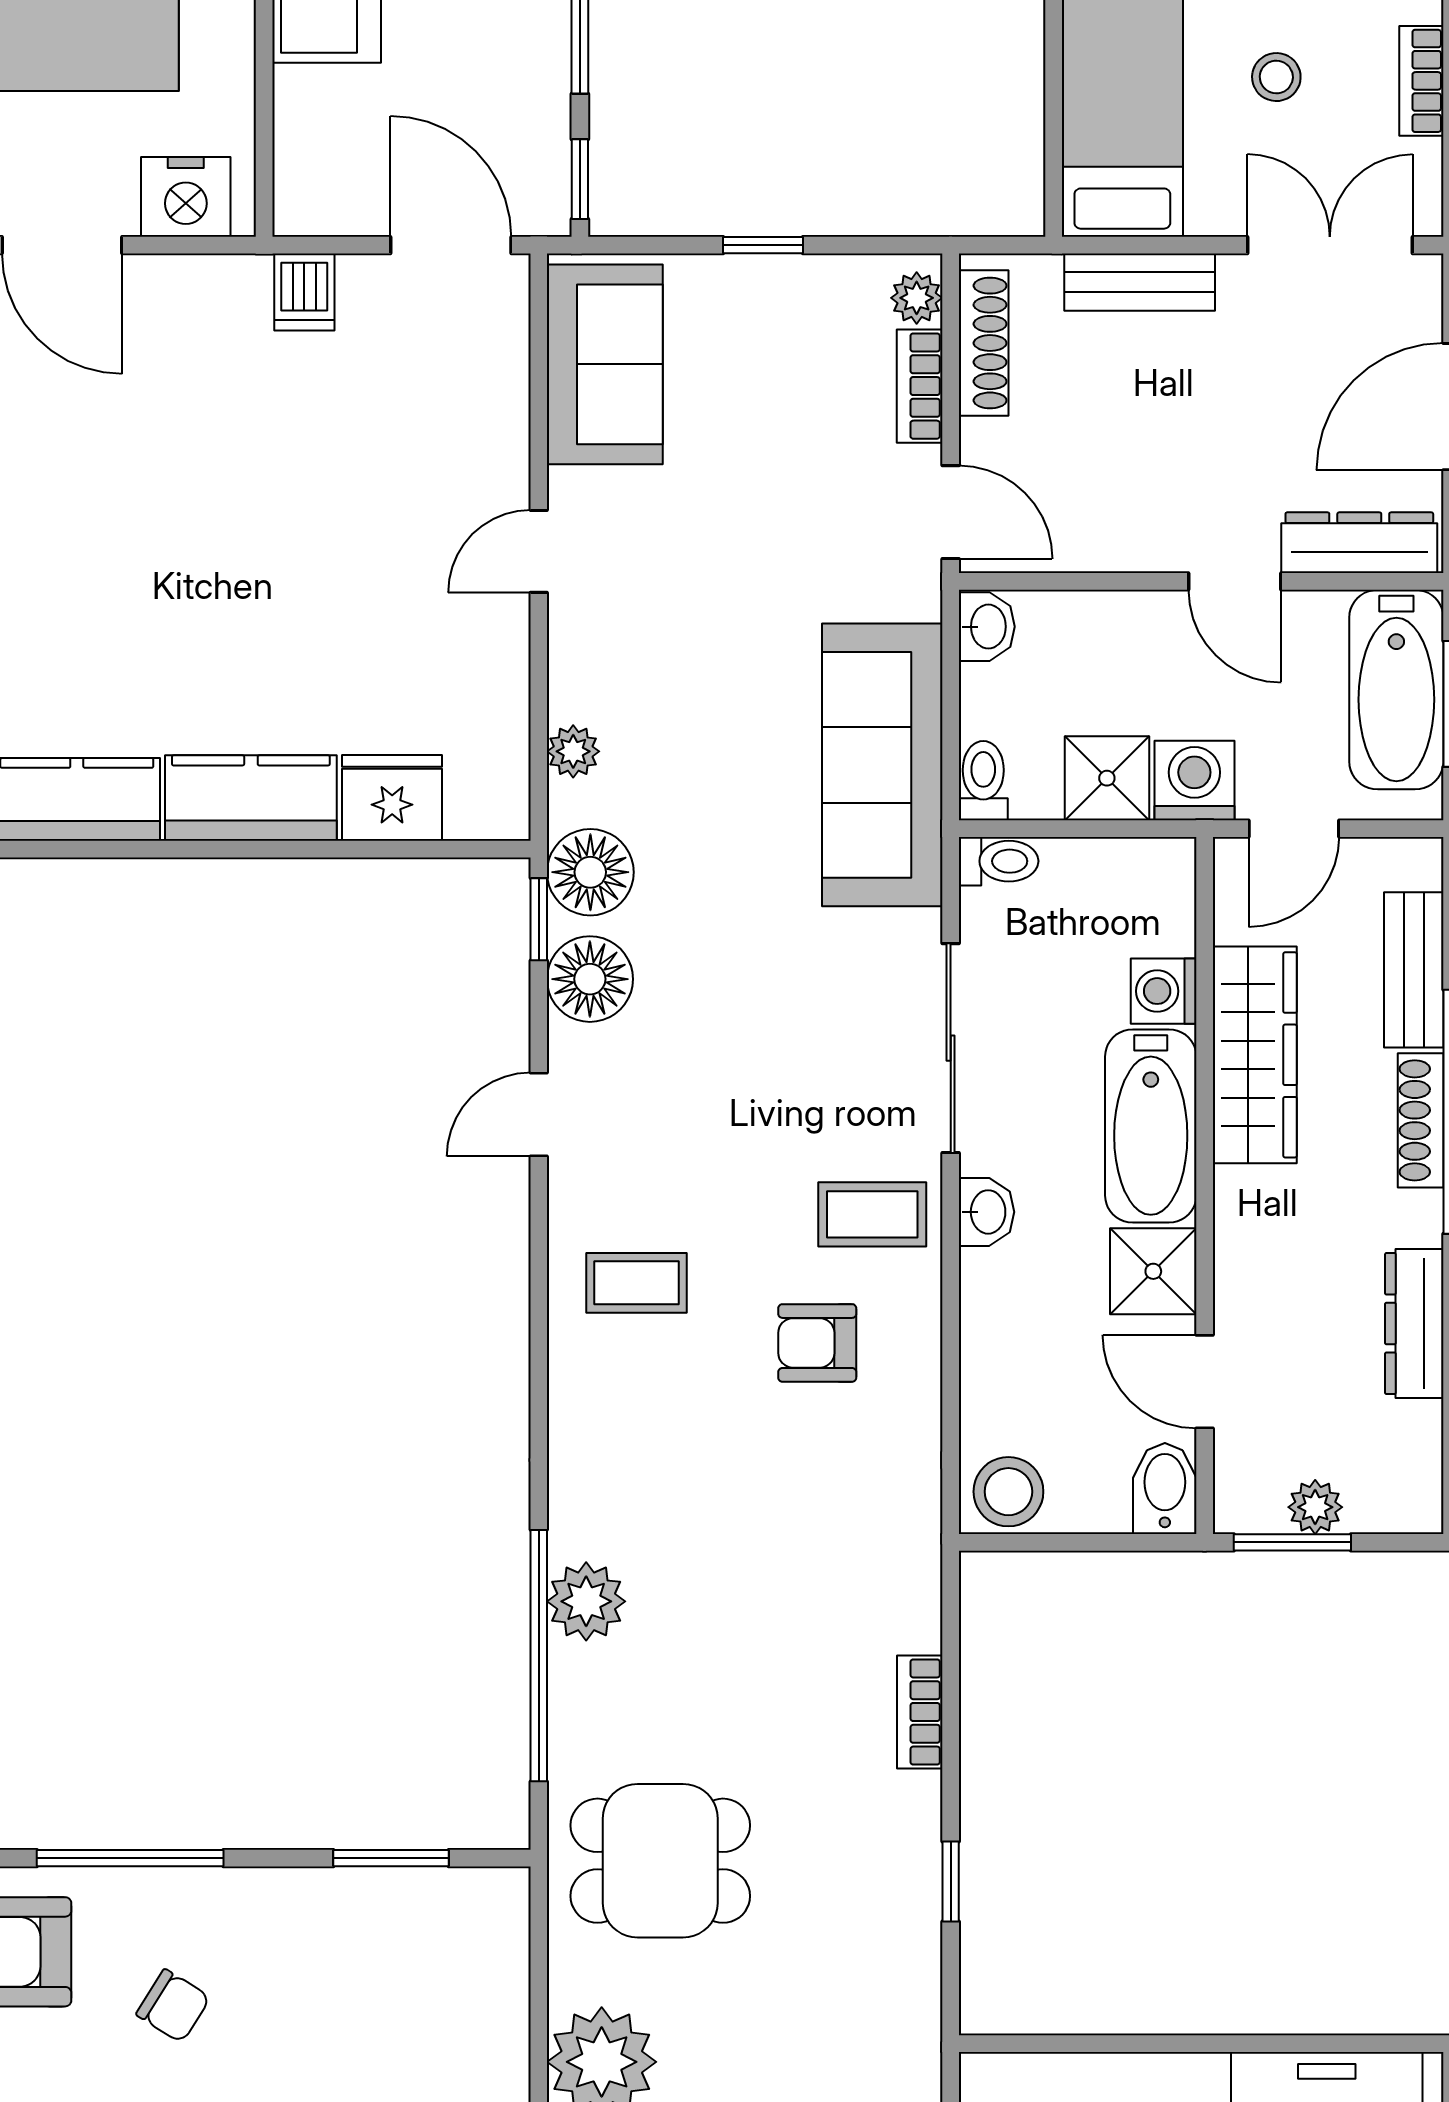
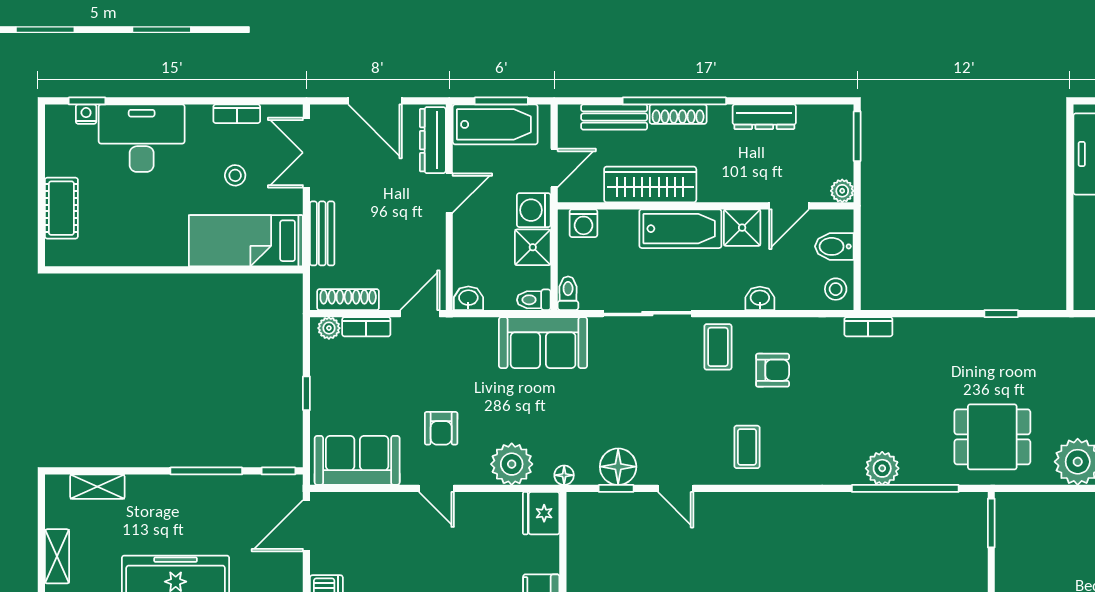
armchair: (680, 562) -> (441, 428), added
plant: (573, 751) -> (512, 464), width x1.88, depth x1.88
sofa: (882, 765) -> (543, 343), width x0.73
fridge: (392, 798) -> (541, 513), moved
door: (1294, 829) -> (554, 168), hinge flipped
floor lamp: (590, 872) -> (564, 475), width x0.53, depth x0.53
window: (539, 919) -> (616, 488), moved
washing machine: (1164, 991) -> (583, 223), moved
washbasin: (986, 1212) -> (760, 298), moved
armchair: (817, 1343) -> (773, 370), turned -90
bidet: (1165, 1489) -> (834, 246), moved
stool: (1008, 1492) -> (836, 289), width x0.73, depth x0.73
plant: (1315, 1507) -> (842, 191), moved
window: (1292, 1542) -> (857, 136), moved
bookcase: (920, 1712) -> (868, 327), moved
window: (391, 1858) -> (991, 523), moved
dining table: (660, 1861) -> (992, 437), turned 90

